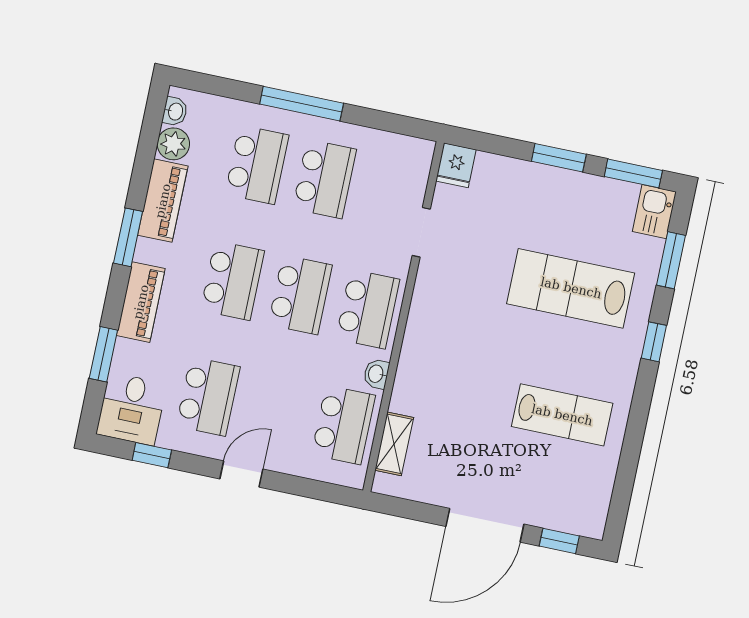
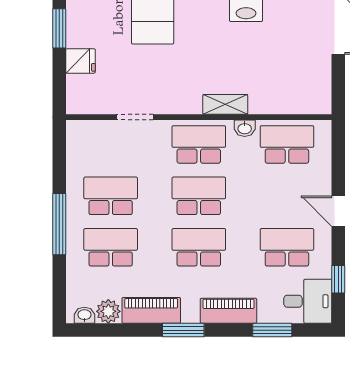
fridge: (456, 165) -> (81, 61), moved
shelving: (394, 444) -> (225, 104), moved

